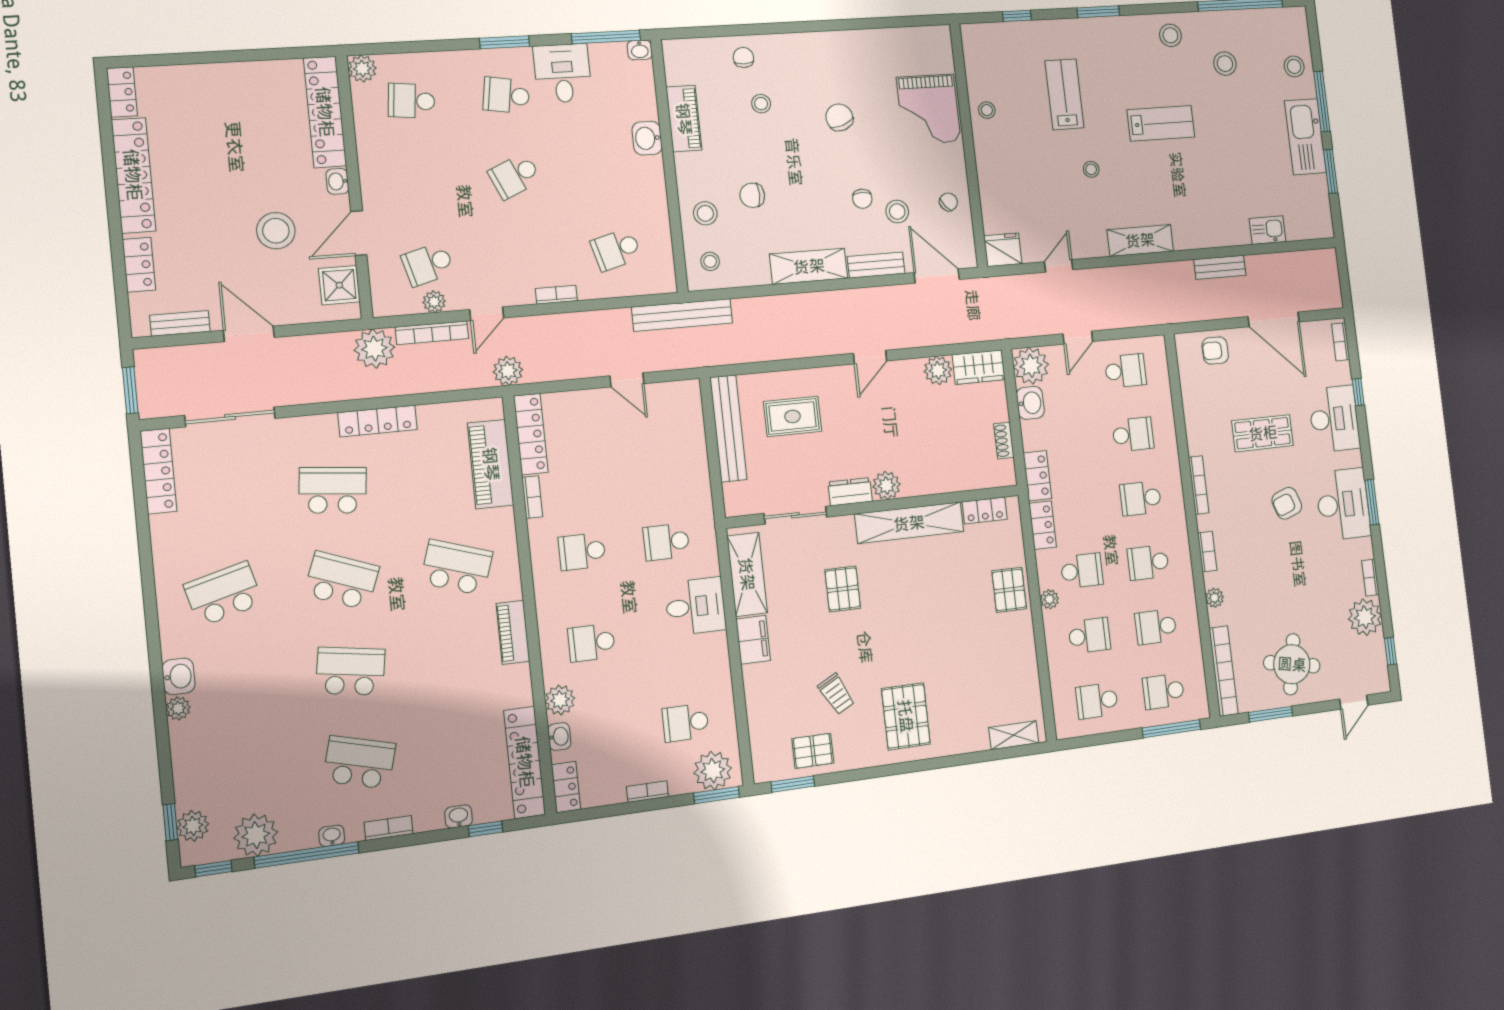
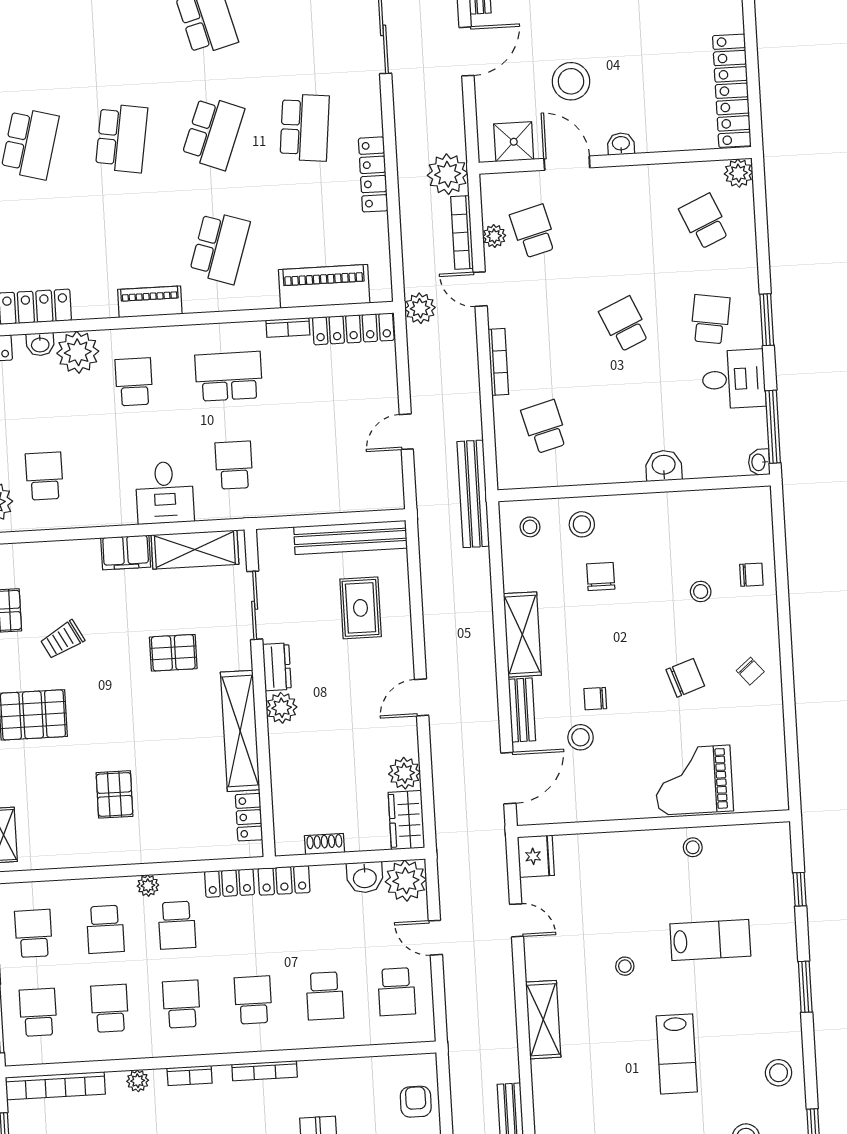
school desk: (411, 101) -> (705, 221), turned -30
locker: (325, 112) -> (732, 91), moved, turned -90
piano: (684, 119) -> (685, 506), removed
chair: (949, 202) -> (750, 671), moved
bookcase: (556, 295) -> (498, 362), width x1.56
door: (870, 357) -> (422, 697), hinge flipped
school desk: (582, 552) -> (229, 376), width x1.85
pallet: (1009, 590) -> (115, 794), moved, turned 90
plant: (560, 700) -> (78, 352), width x1.36, depth x1.36

